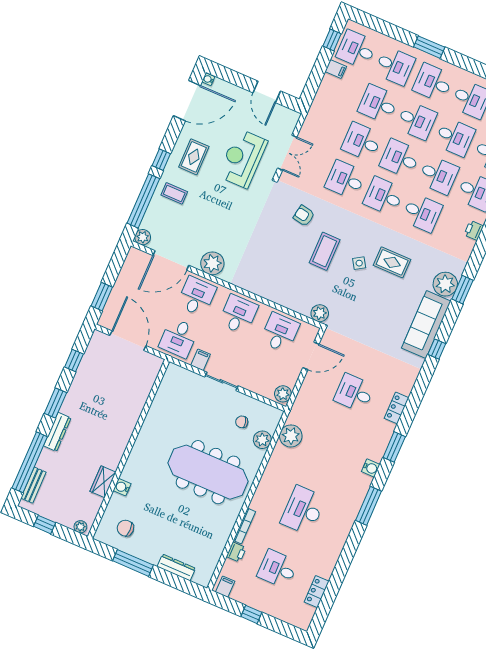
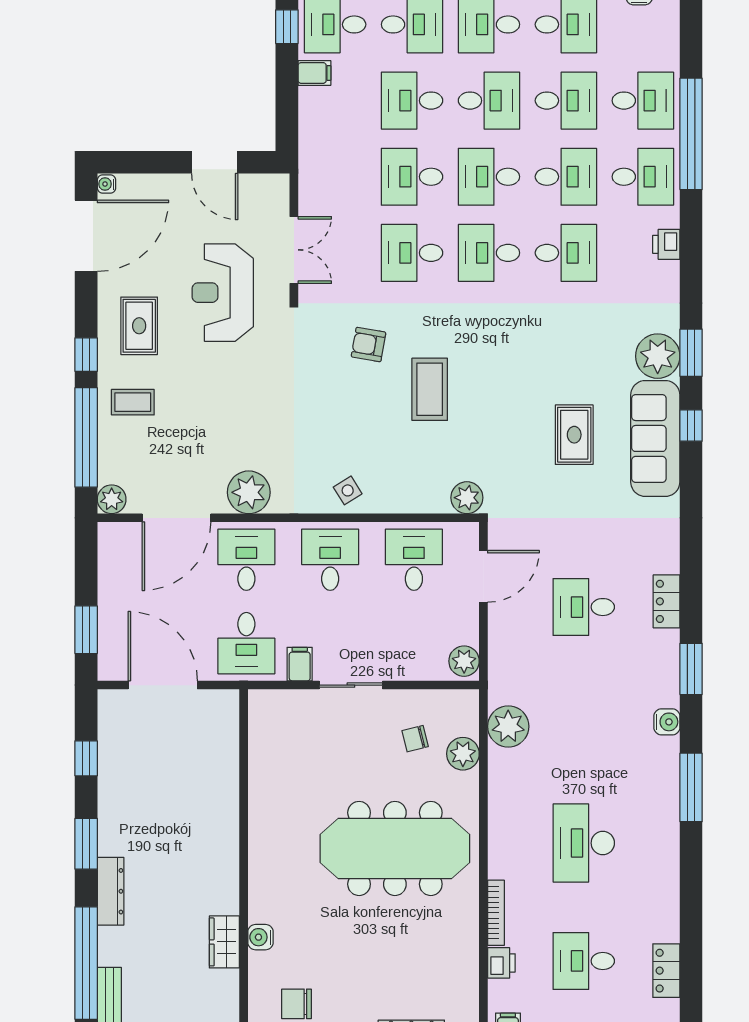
rug: (392, 262) -> (574, 435), moved, turned 90
side table: (359, 263) -> (348, 490), moved
window: (437, 349) -> (691, 426), moved

